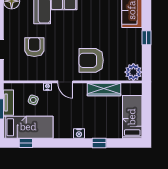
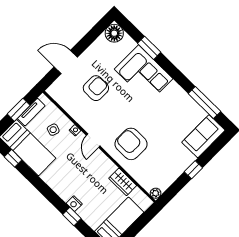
plant: (133, 72) -> (156, 193), width x0.53, depth x0.53
wardrobe: (104, 89) -> (123, 182), width x0.67
nightstand: (79, 133) -> (74, 204), moved

